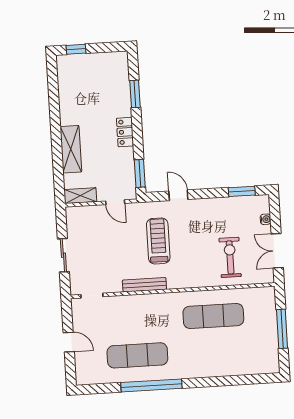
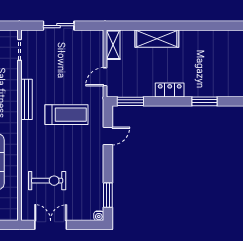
water cooler: (266, 219) -> (99, 216), moved

